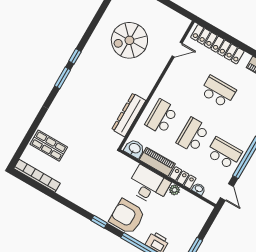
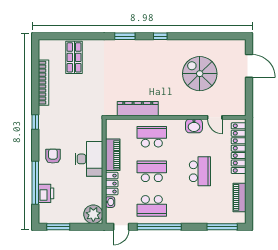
window: (62, 78) -> (125, 36), moved
washbasin: (134, 149) -> (194, 126), moved, turned 90
school desk: (224, 153) -> (152, 206), turned 90
bookcase: (37, 176) -> (44, 83), moved
plant: (174, 190) -> (93, 214), moved, width x1.88, depth x1.88
armchair: (127, 217) -> (53, 156), width x0.53, depth x0.53
window: (99, 222) -> (35, 122), moved

